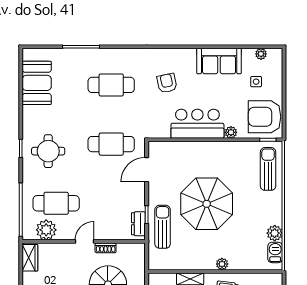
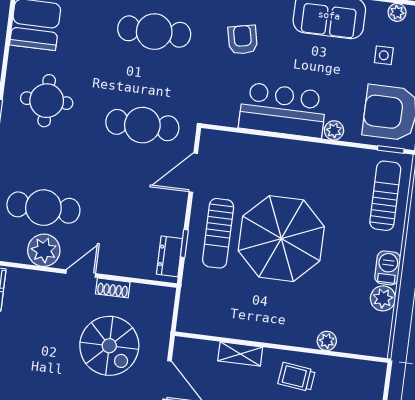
round table: (48, 151) -> (47, 101), moved
sun lounger: (163, 227) -> (218, 233), moved, turned 180
plant: (46, 230) -> (44, 250), moved
barbecue: (275, 252) -> (388, 268), moved
plant: (222, 264) -> (327, 341), moved

